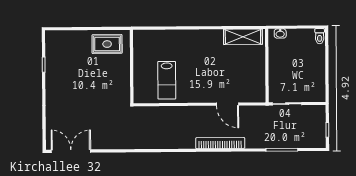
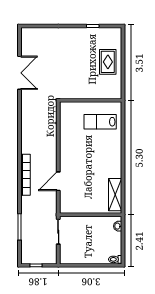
rug: (107, 44) -> (108, 62), moved
lab bench: (167, 80) -> (100, 122), moved
double door: (71, 151) -> (19, 73), moved

